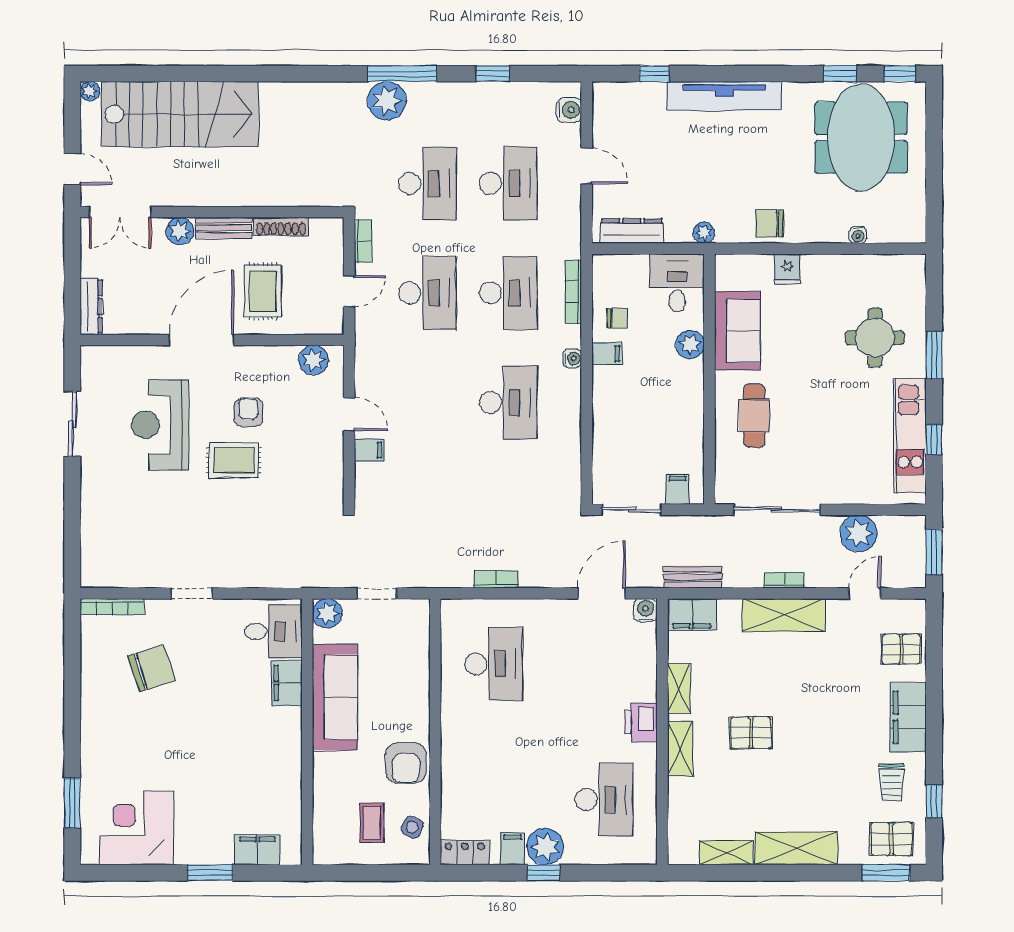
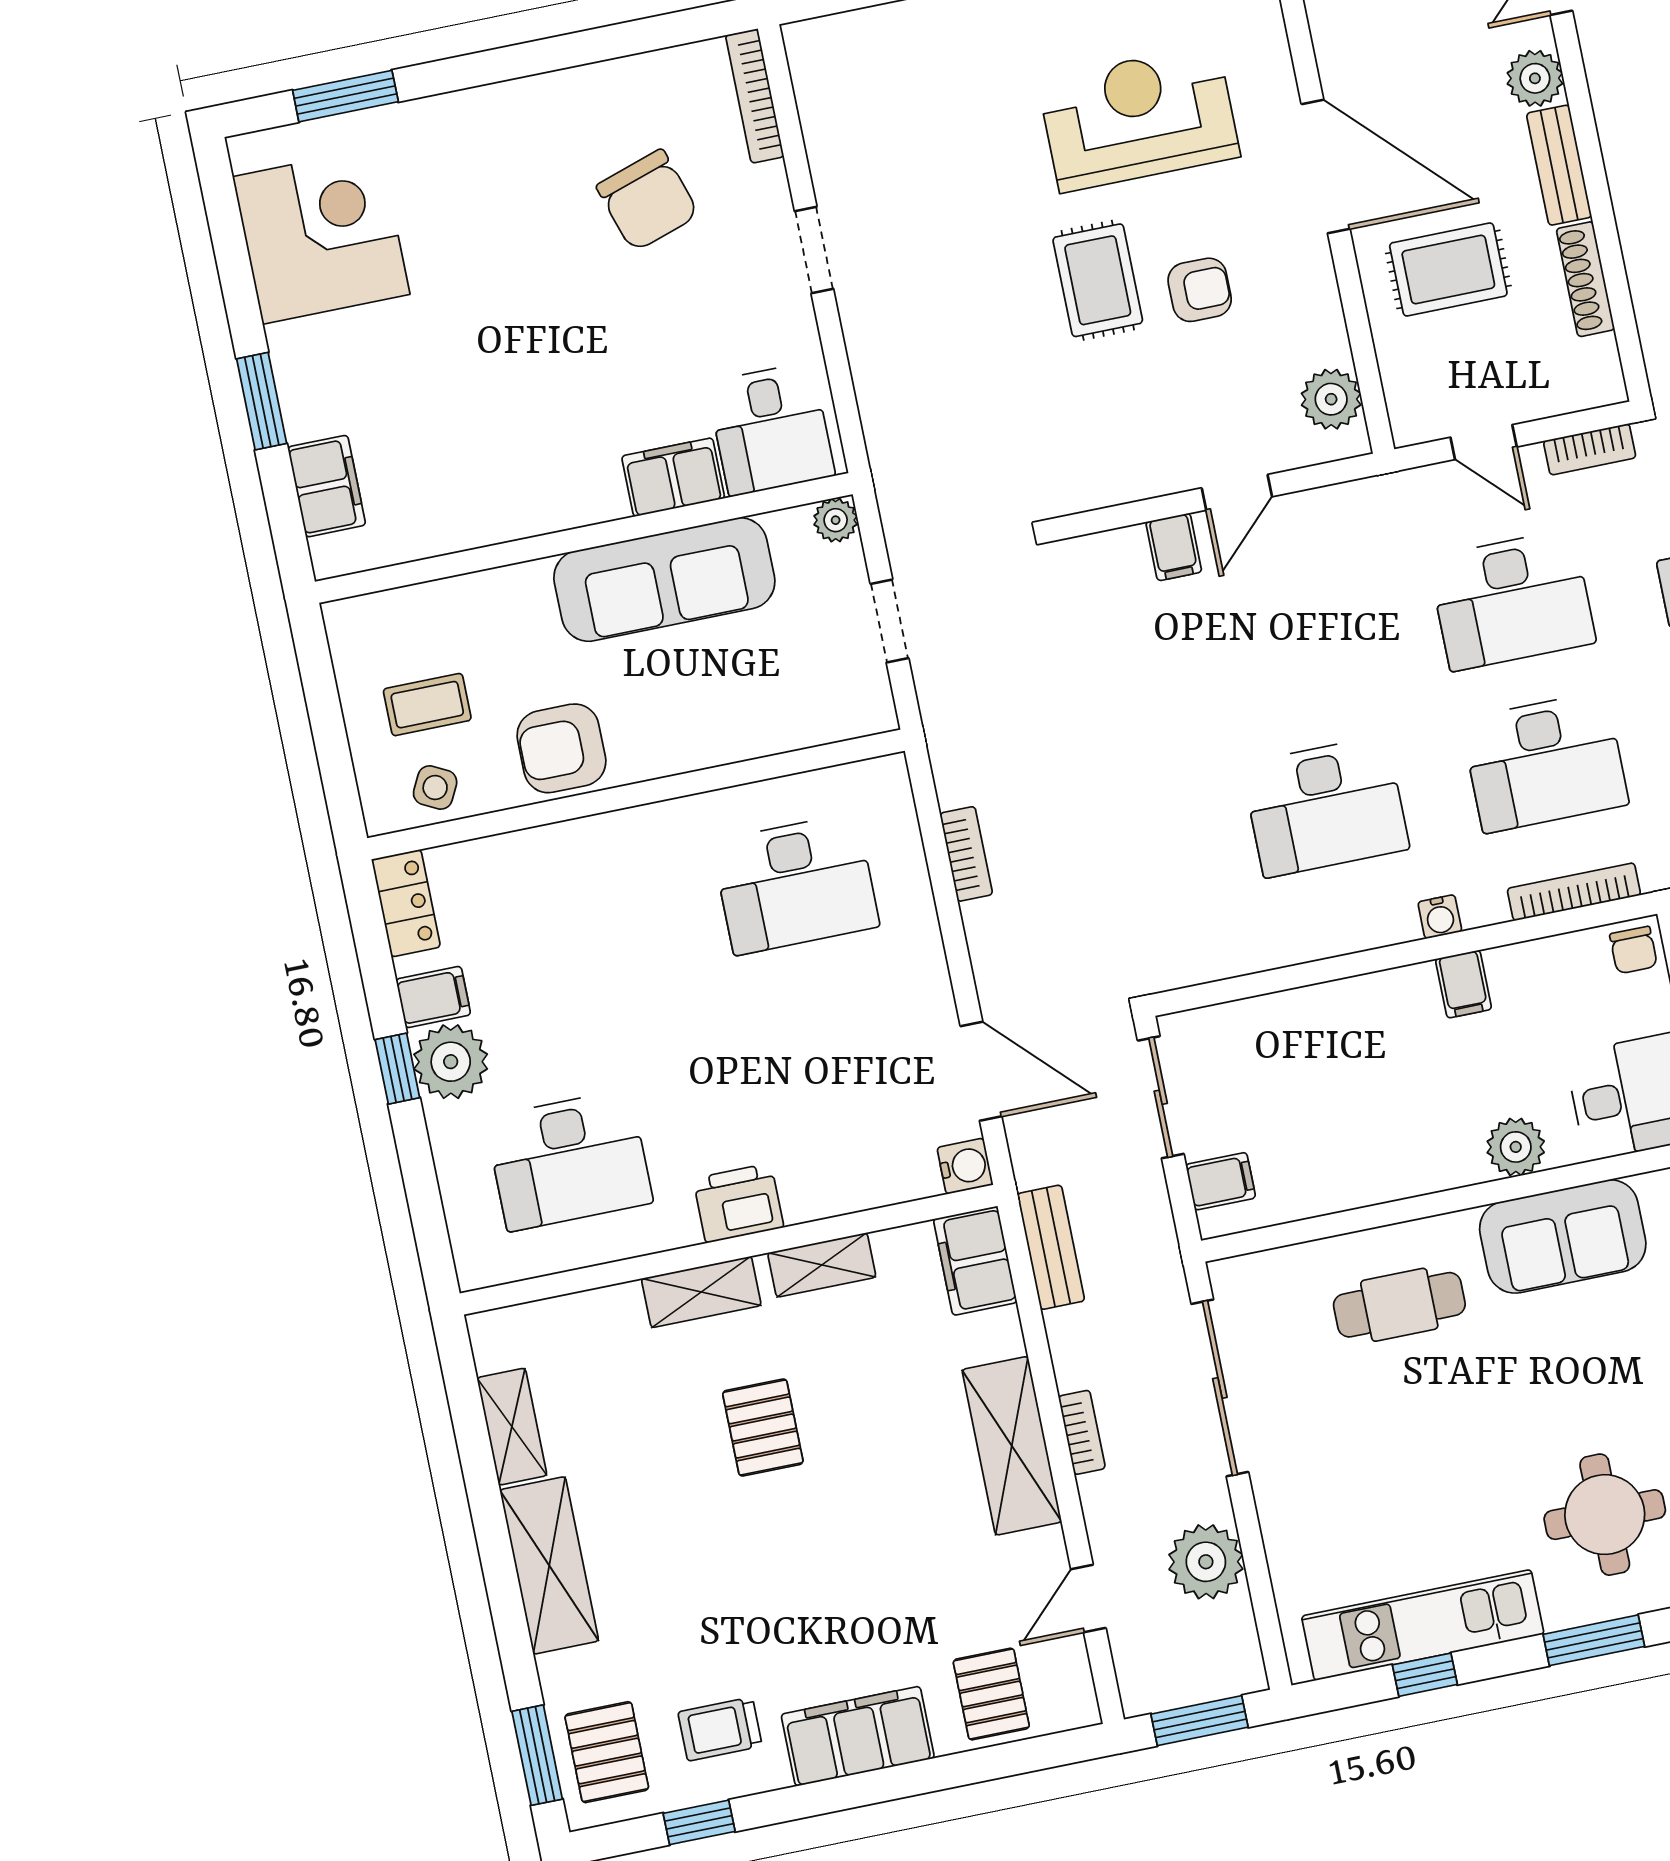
chair: (617, 318) -> (1633, 950), moved
door: (865, 593) -> (1088, 1599), swing flipped
plant: (327, 613) -> (836, 520), width x0.73, depth x0.73

